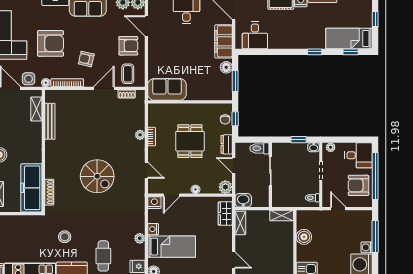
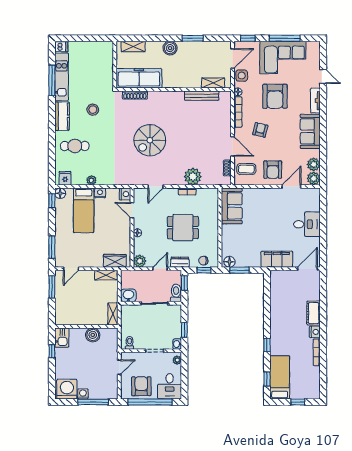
desk: (255, 35) -> (283, 289), removed
floor lamp: (226, 67) -> (229, 262), moved
plant: (140, 135) -> (193, 177), width x1.88, depth x1.88
window: (249, 140) -> (184, 283), added
washbasin: (243, 200) -> (128, 295), moved, turned -90

